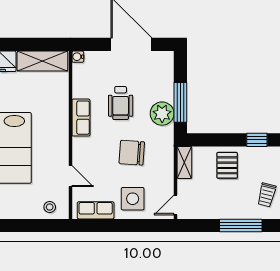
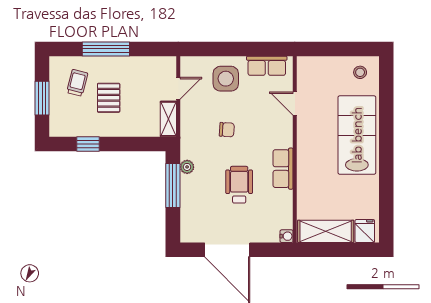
plant: (162, 114) -> (187, 167), width x0.53, depth x0.53
chair: (132, 153) -> (227, 130), width x0.54, depth x0.54
pallet: (227, 165) -> (109, 98), moved
door: (175, 205) -> (178, 88), moved
stool: (50, 207) -> (360, 72), moved

